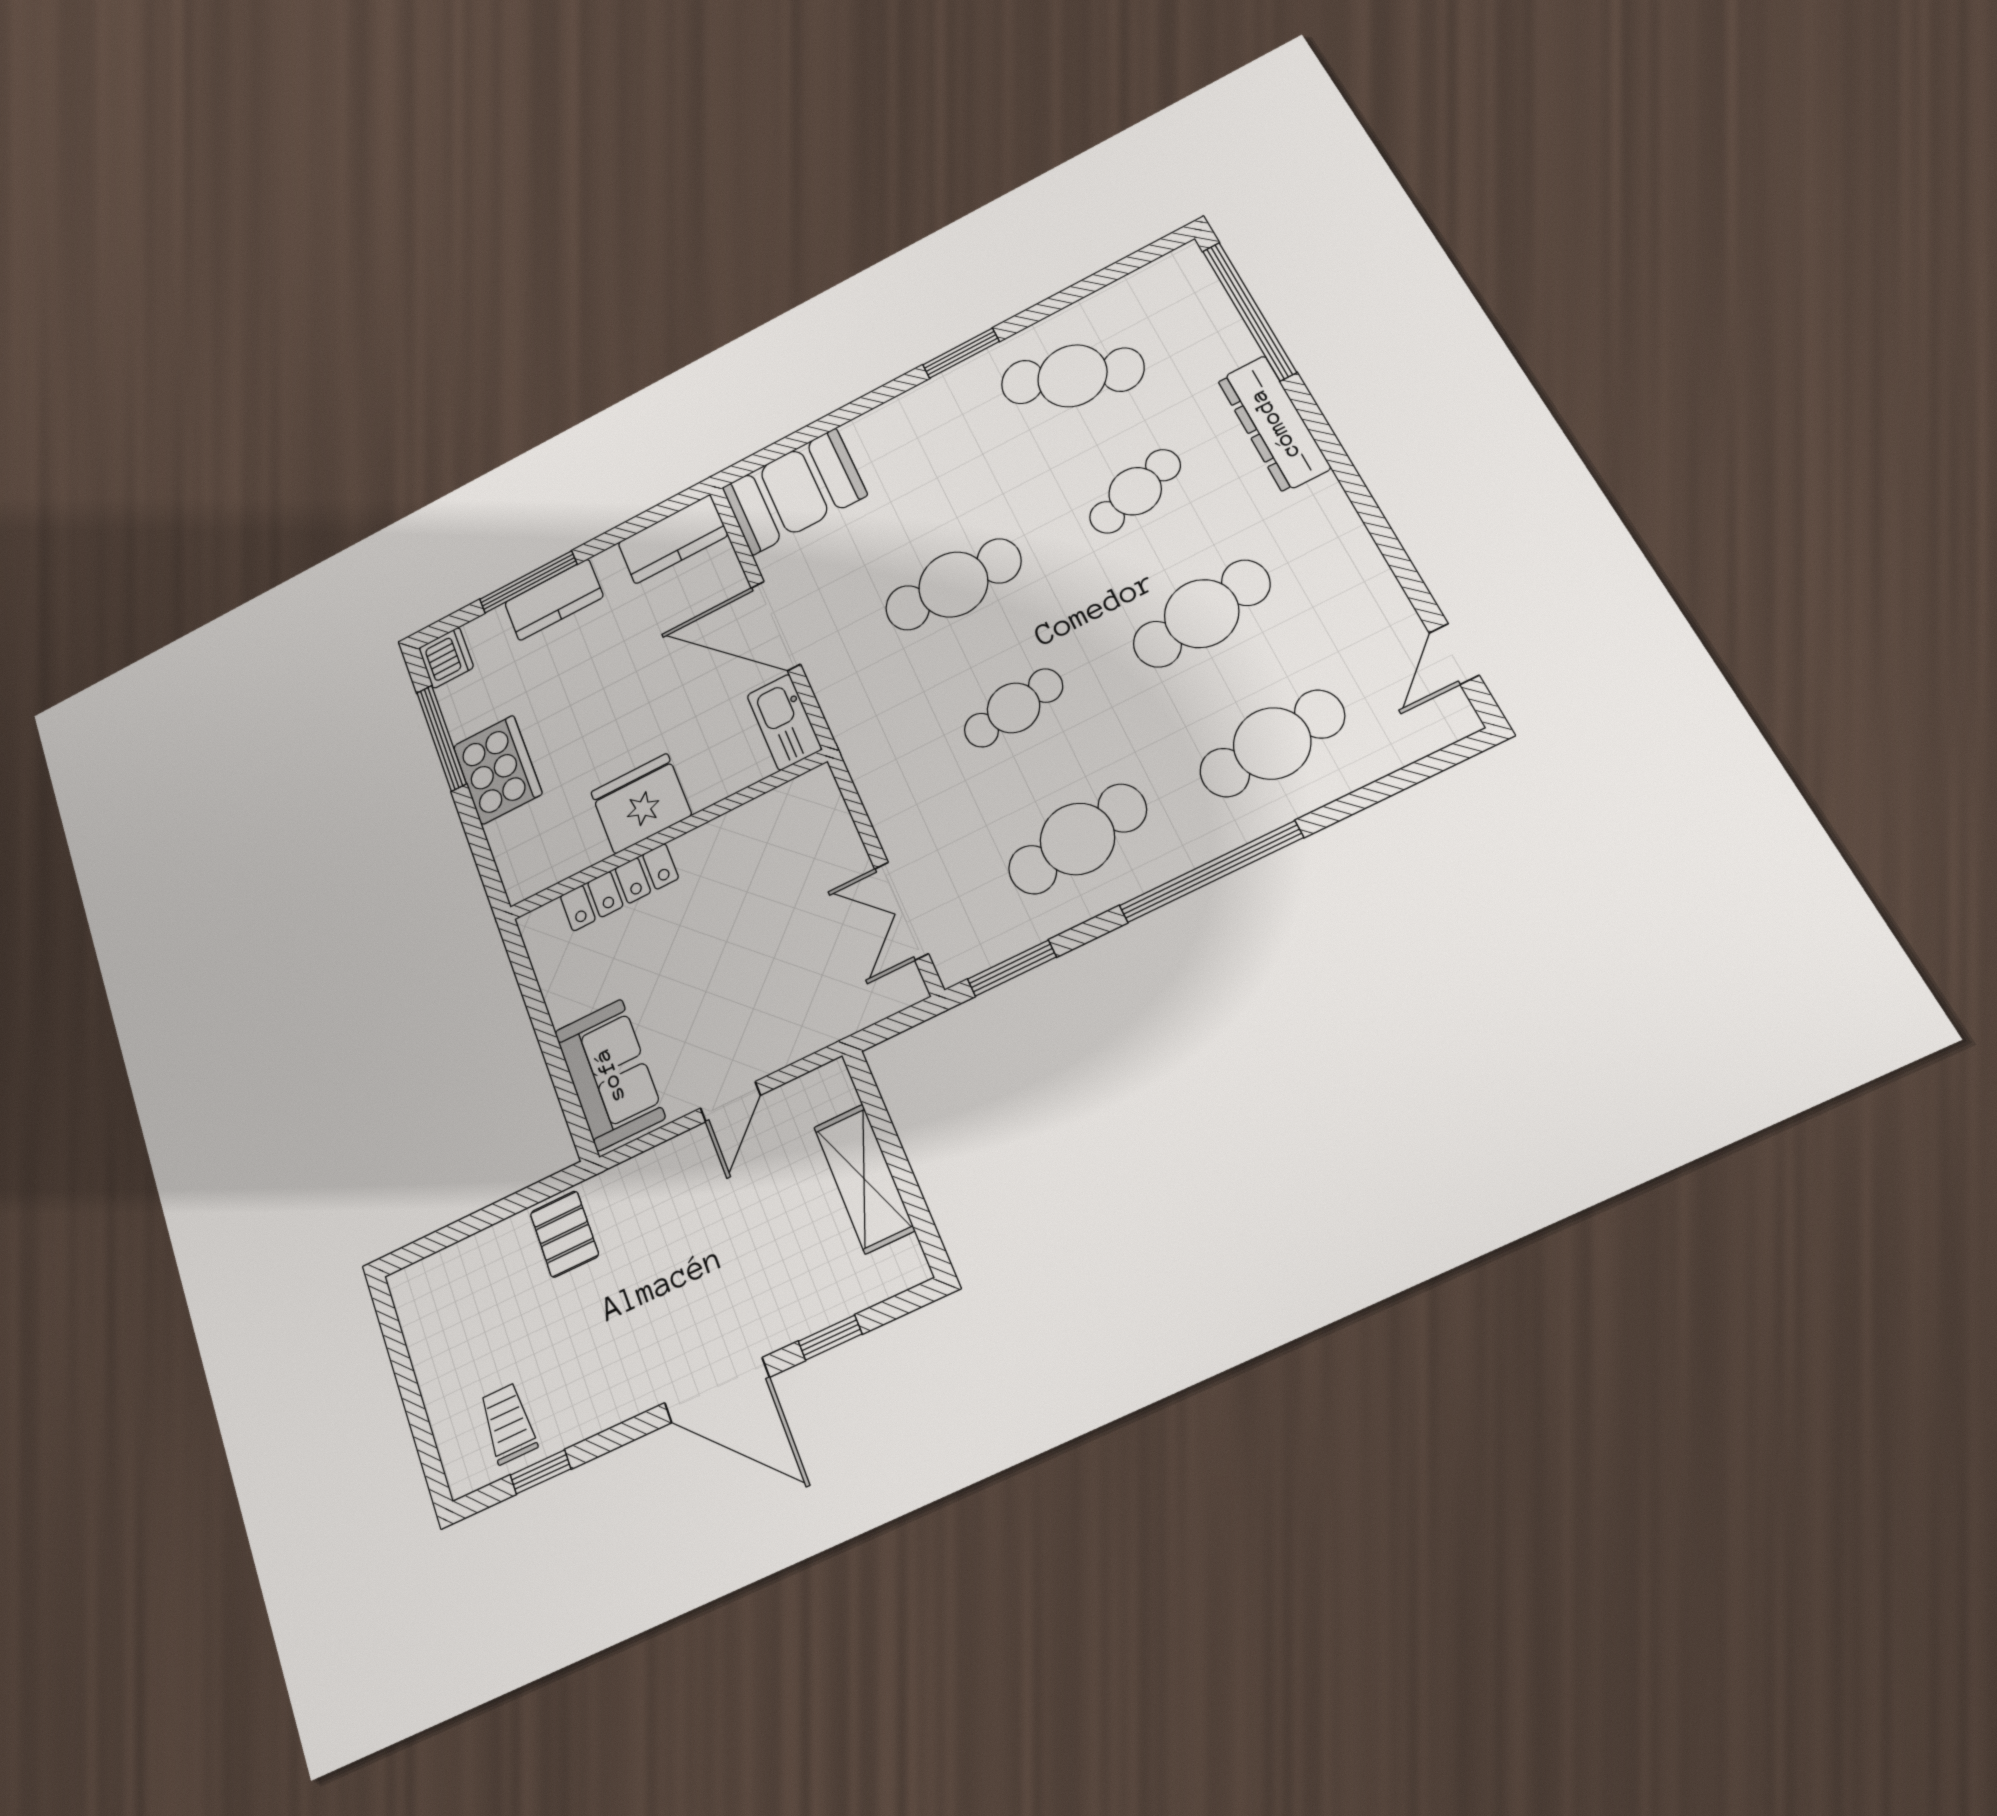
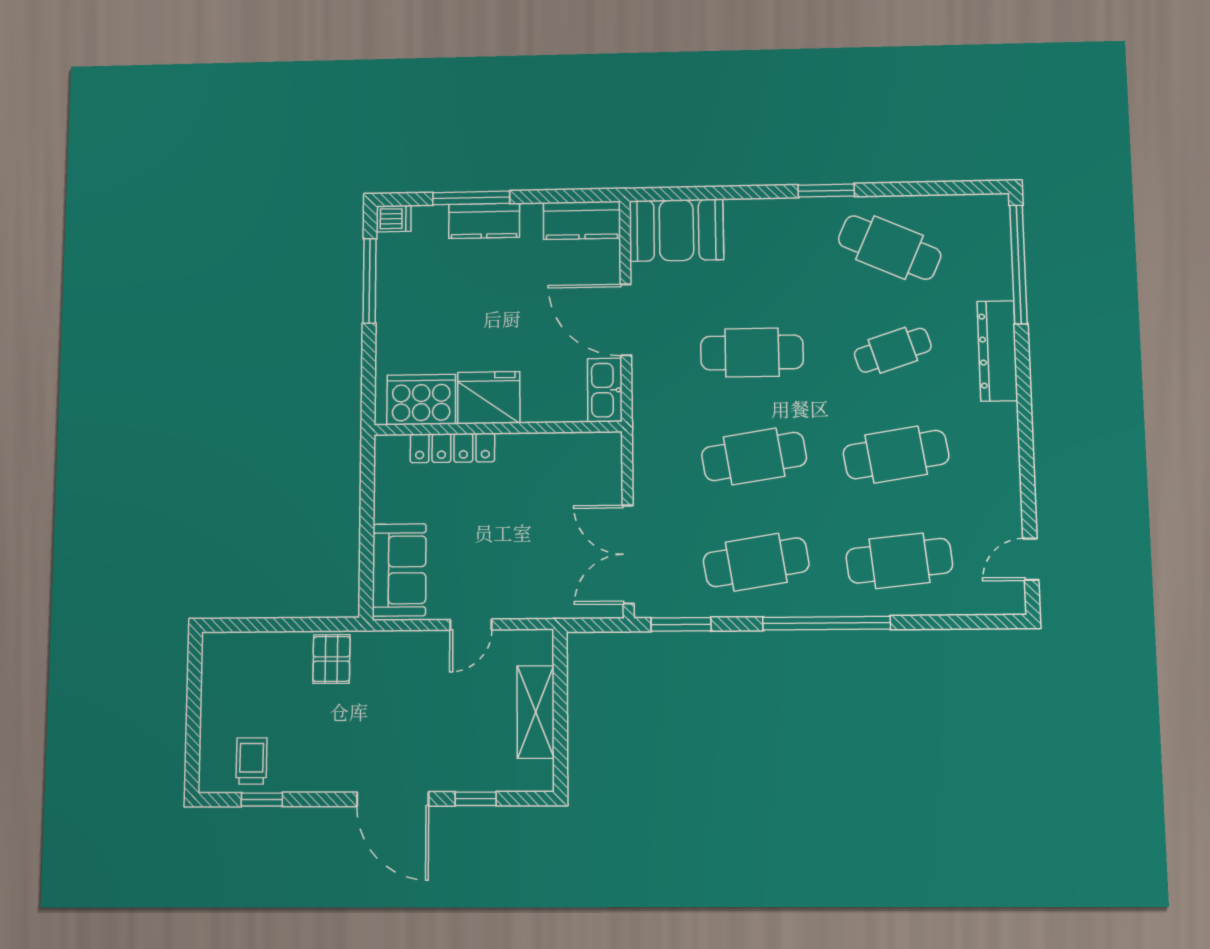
dishwasher: (446, 658) -> (394, 219), width x0.73
cafe table: (1013, 708) -> (754, 456), width x1.37, depth x1.35
cooker: (497, 770) -> (421, 400), moved, turned -90
double door: (901, 911) -> (628, 554), width x1.37

